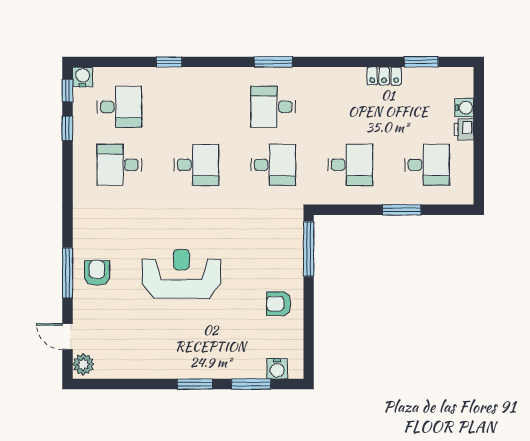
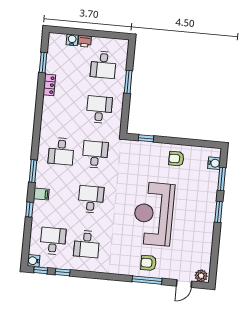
window: (273, 62) -> (33, 171), moved
filing cabinet: (197, 80) -> (41, 194), added
desk: (427, 165) -> (103, 65), turned 180
window: (309, 249) -> (146, 138), width x0.46
reception desk: (181, 274) -> (154, 214), width x1.36, depth x1.30
armchair: (279, 304) -> (176, 159), turned 90

